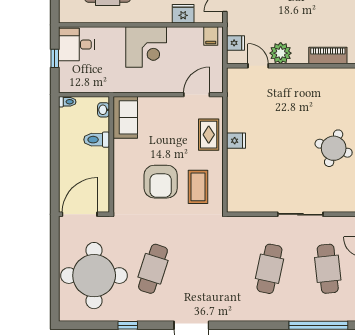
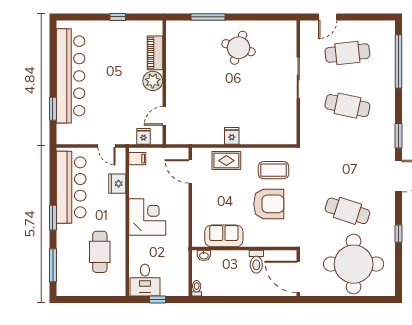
plant: (281, 53) -> (153, 81), moved
sofa: (125, 117) -> (224, 236), moved
toilet: (97, 140) -> (256, 262), moved
window: (236, 325) -> (398, 136), added

